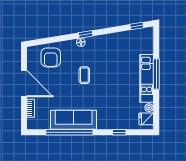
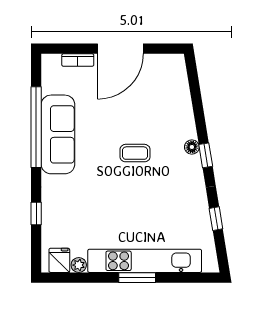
window: (137, 26) -> (216, 219), moved
armchair: (51, 57) -> (166, 95), removed
window: (156, 74) -> (137, 278), width x0.69
kitchen unit: (147, 78) -> (145, 261), width x1.36

